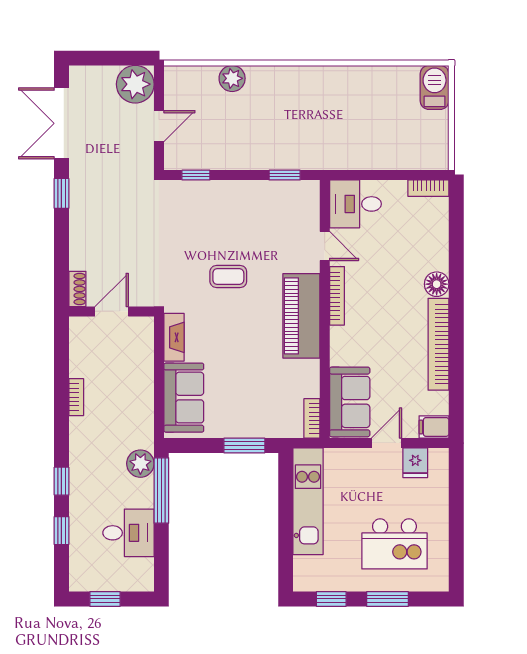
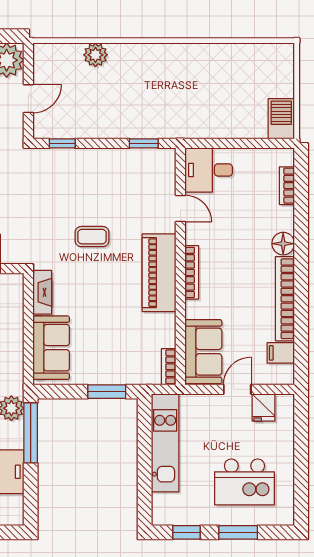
barbecue: (435, 87) -> (281, 119), moved
bookcase: (428, 188) -> (287, 186), moved, turned 90
bookcase: (337, 296) -> (192, 272), moved
filing cabinet: (434, 427) -> (281, 353), moved

